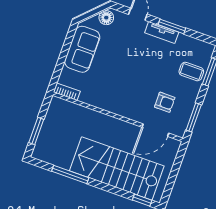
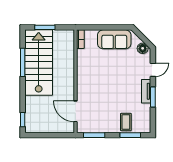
armchair: (165, 102) -> (98, 111), removed
stairs: (117, 168) -> (39, 63), moved

